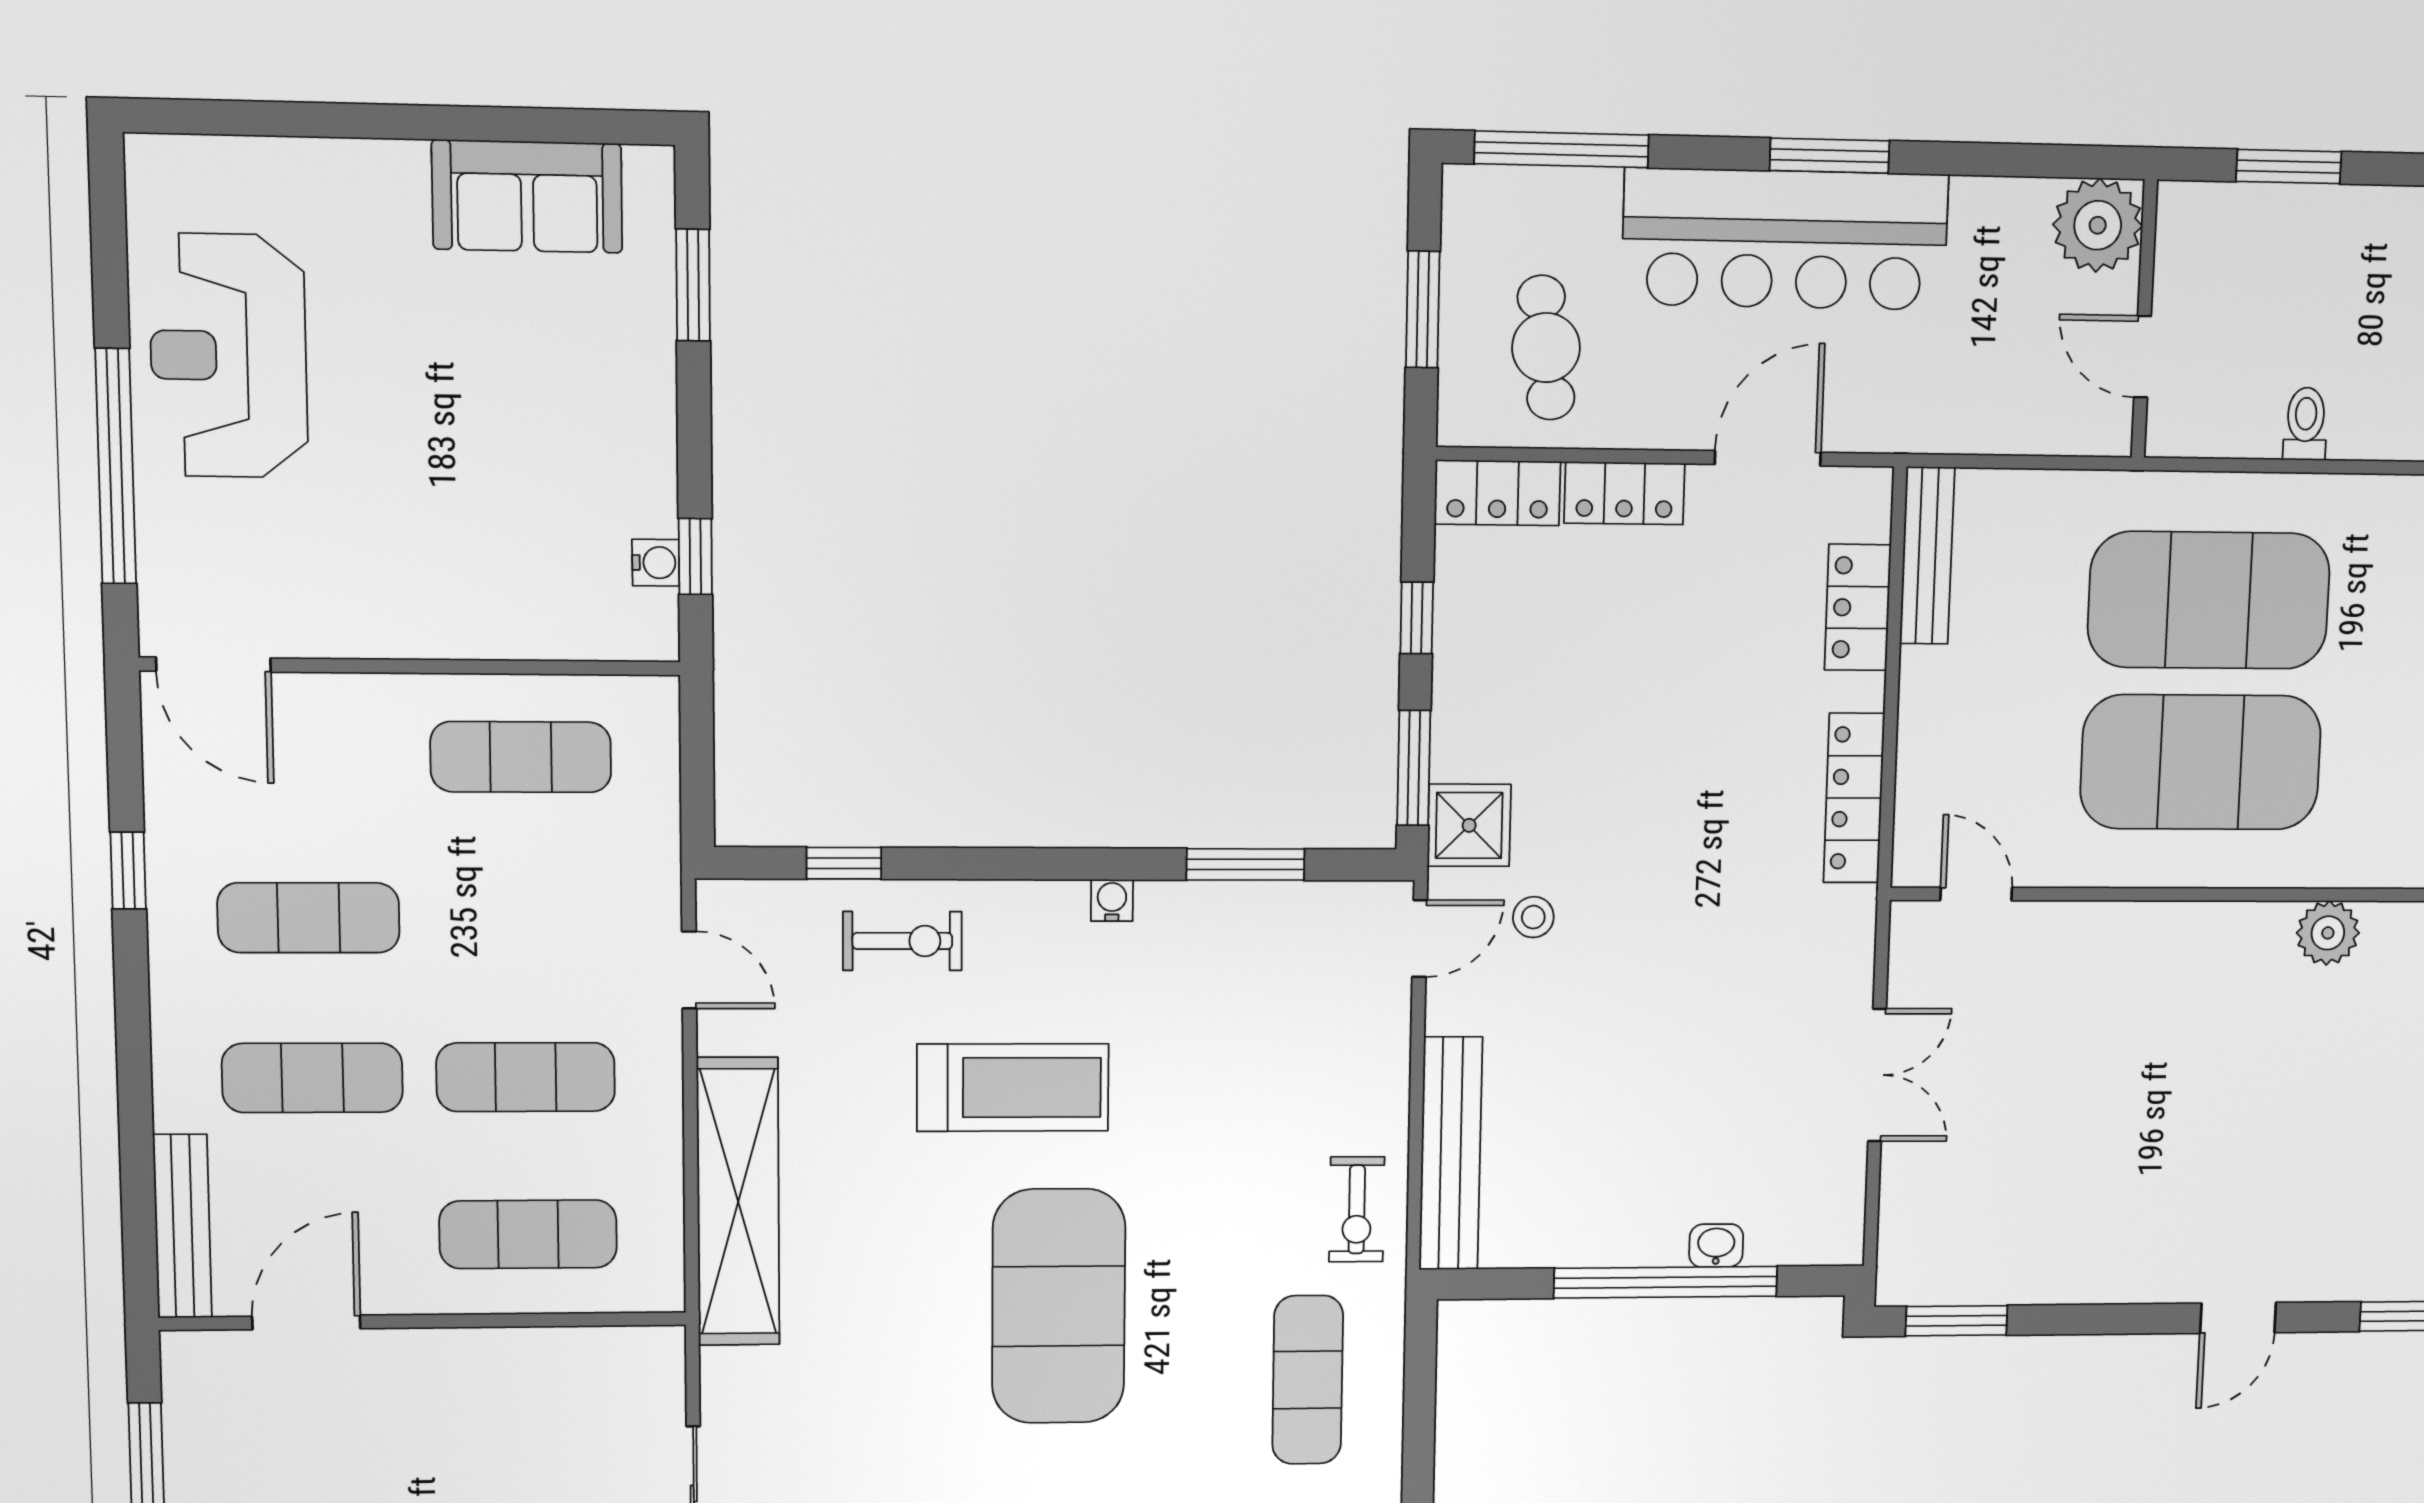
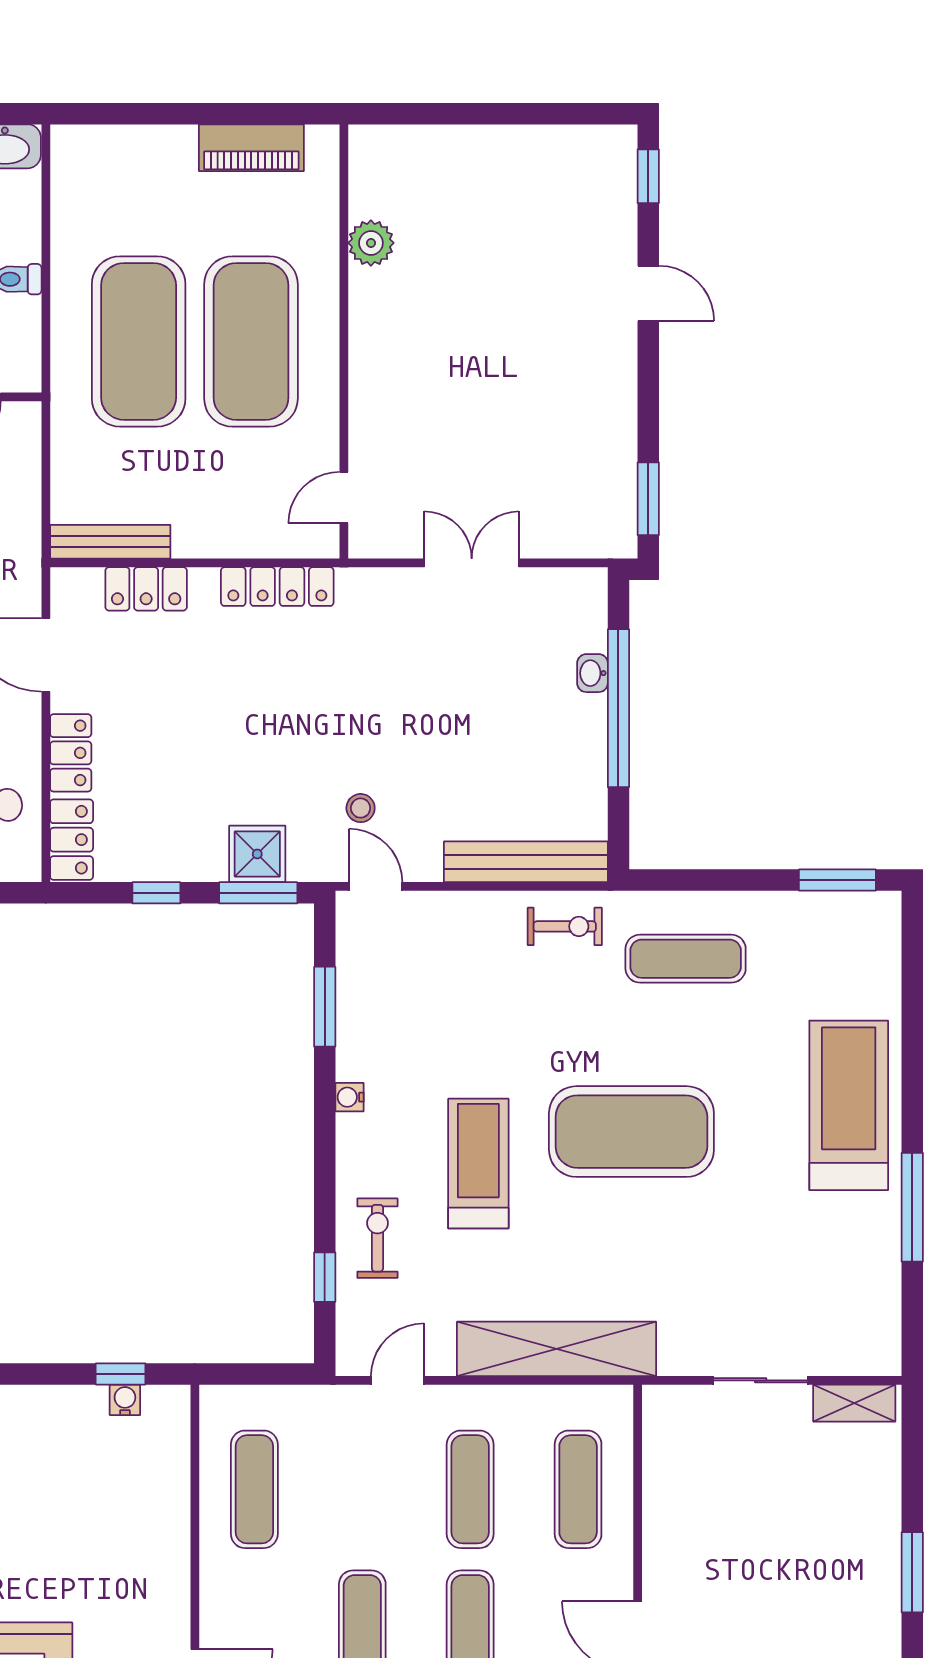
shower: (1469, 825) -> (257, 854), moved

